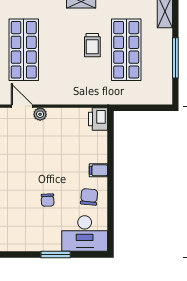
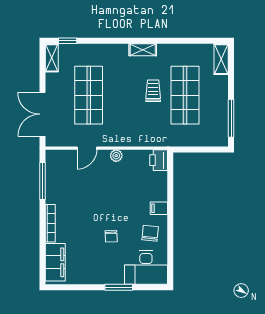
trolley: (92, 45) -> (153, 91), turned 180
window: (175, 58) -> (231, 118), moved
door: (22, 106) -> (87, 148), swing flipped
plant: (40, 114) -> (116, 156), moved

